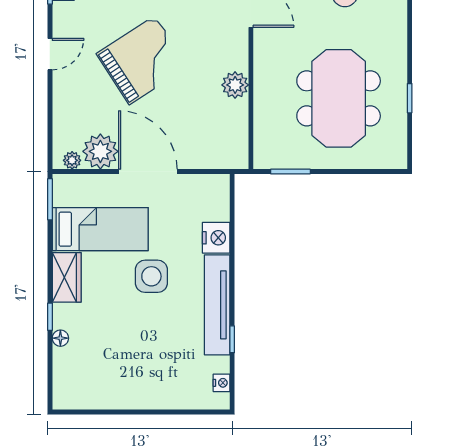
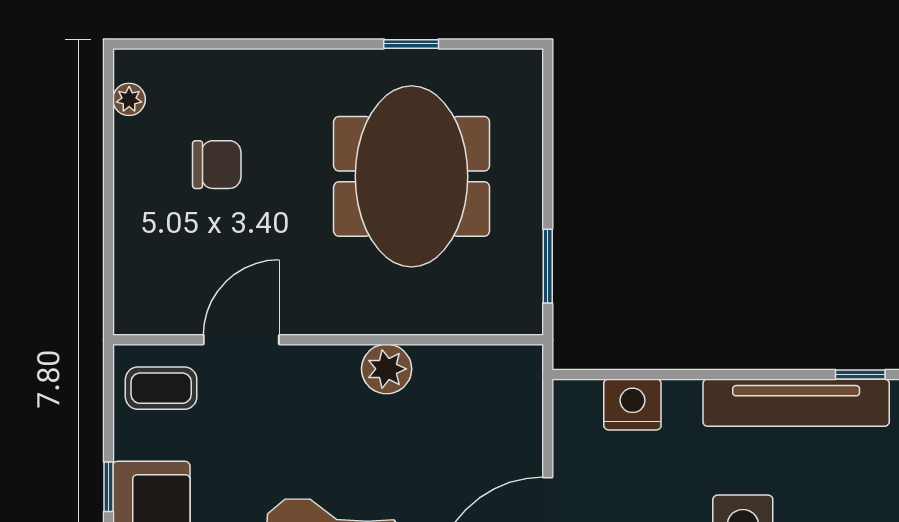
meeting table: (339, 98) -> (412, 176), turned 90
nightstand: (216, 238) -> (632, 404), moved

